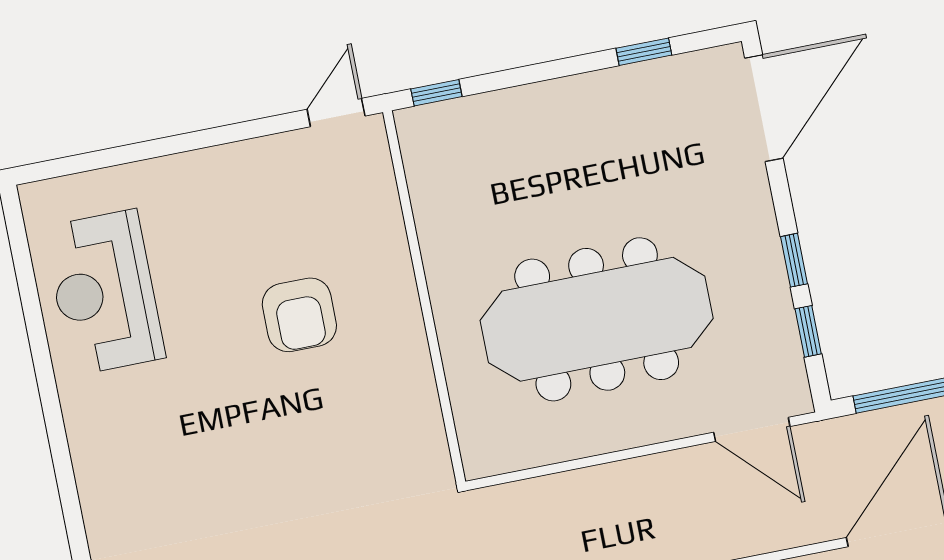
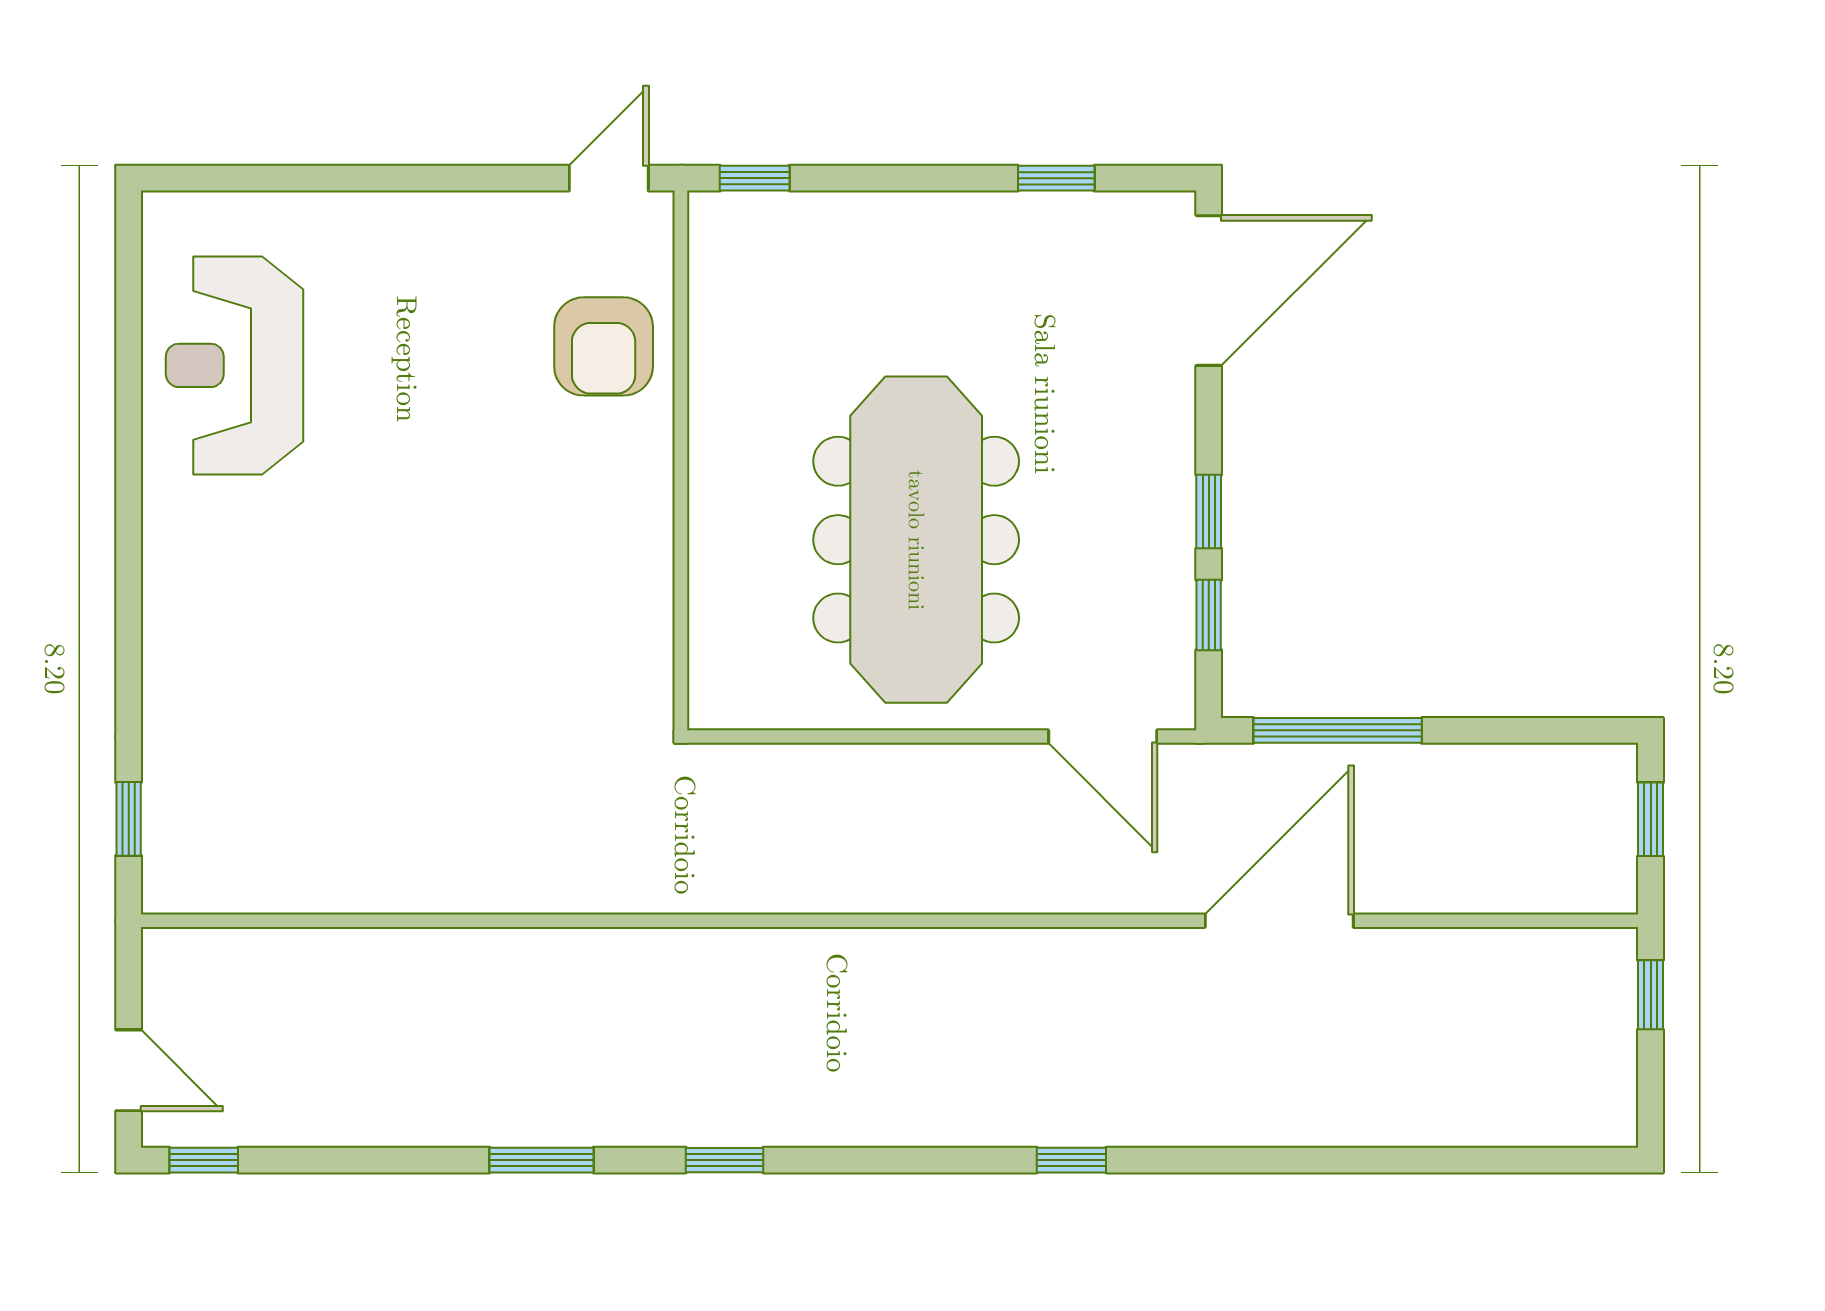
armchair: (299, 315) -> (604, 346), moved
meeting table: (597, 319) -> (916, 540), turned 90

